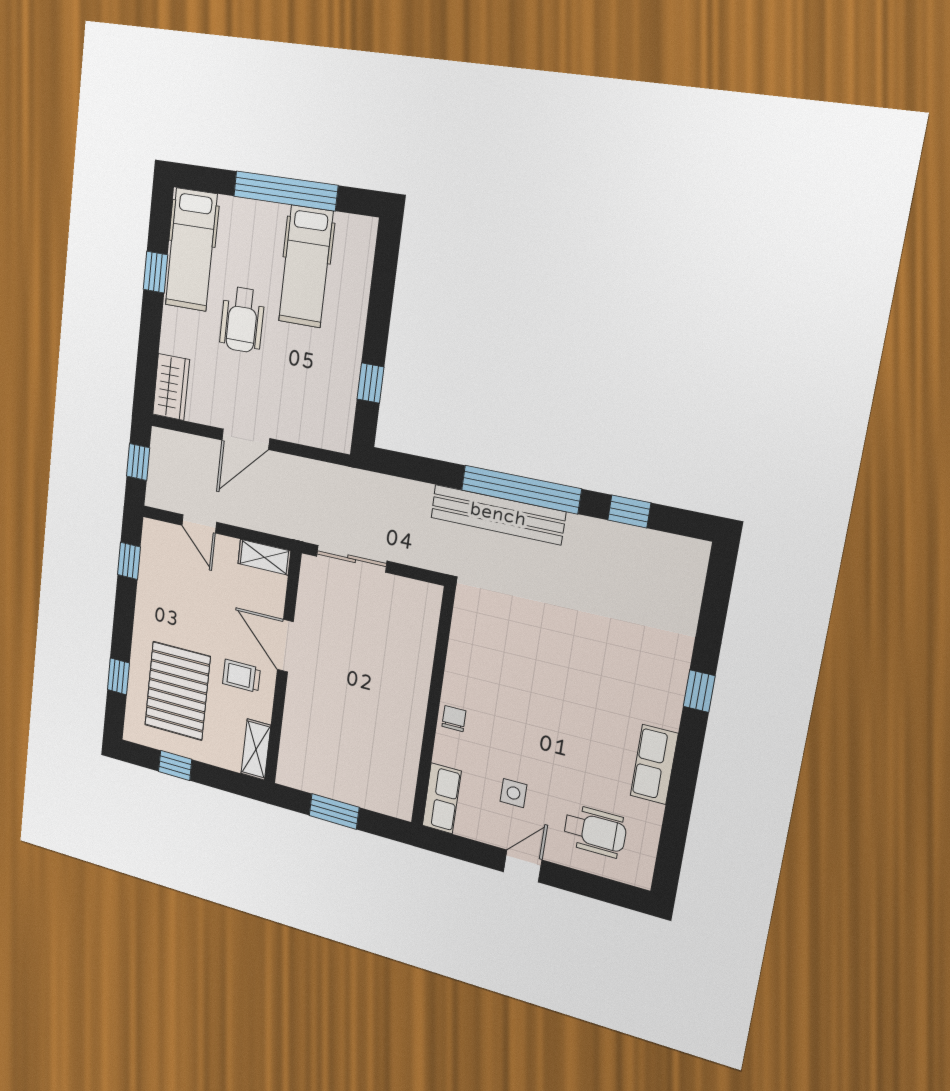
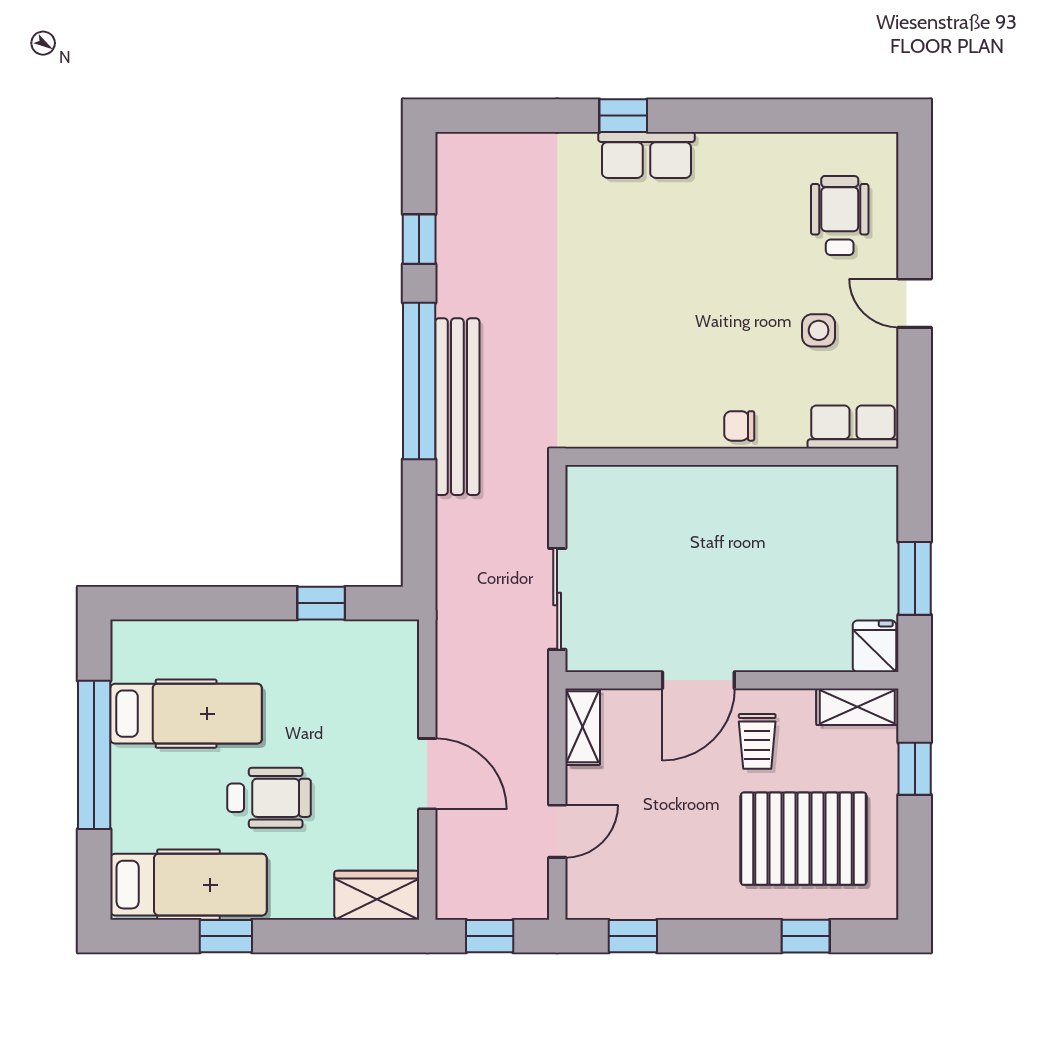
window: (175, 765) -> (915, 769), moved
row of seats: (654, 765) -> (646, 155), moved
fridge: (293, 772) -> (874, 646), added

